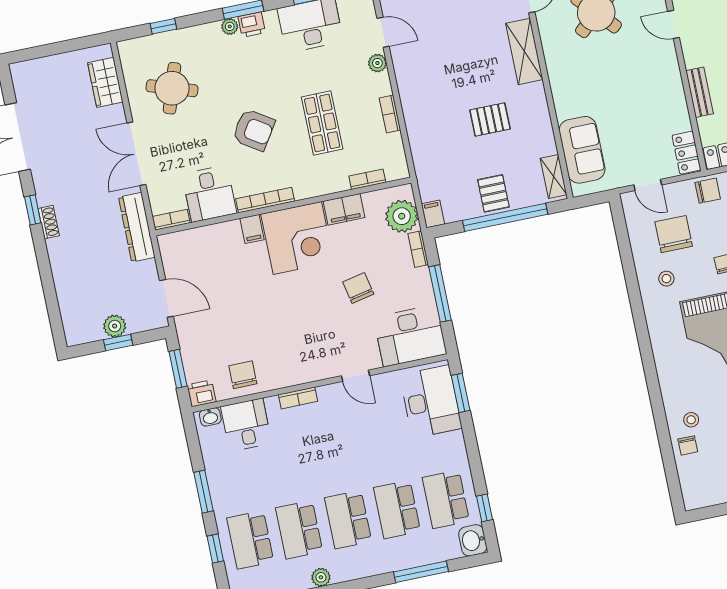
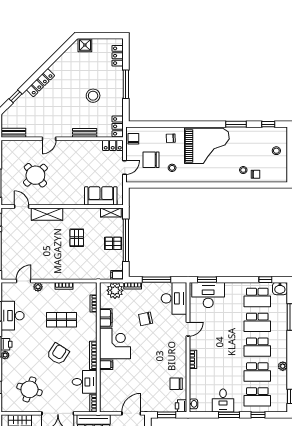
desk: (246, 425) -> (223, 400), moved, turned -90

